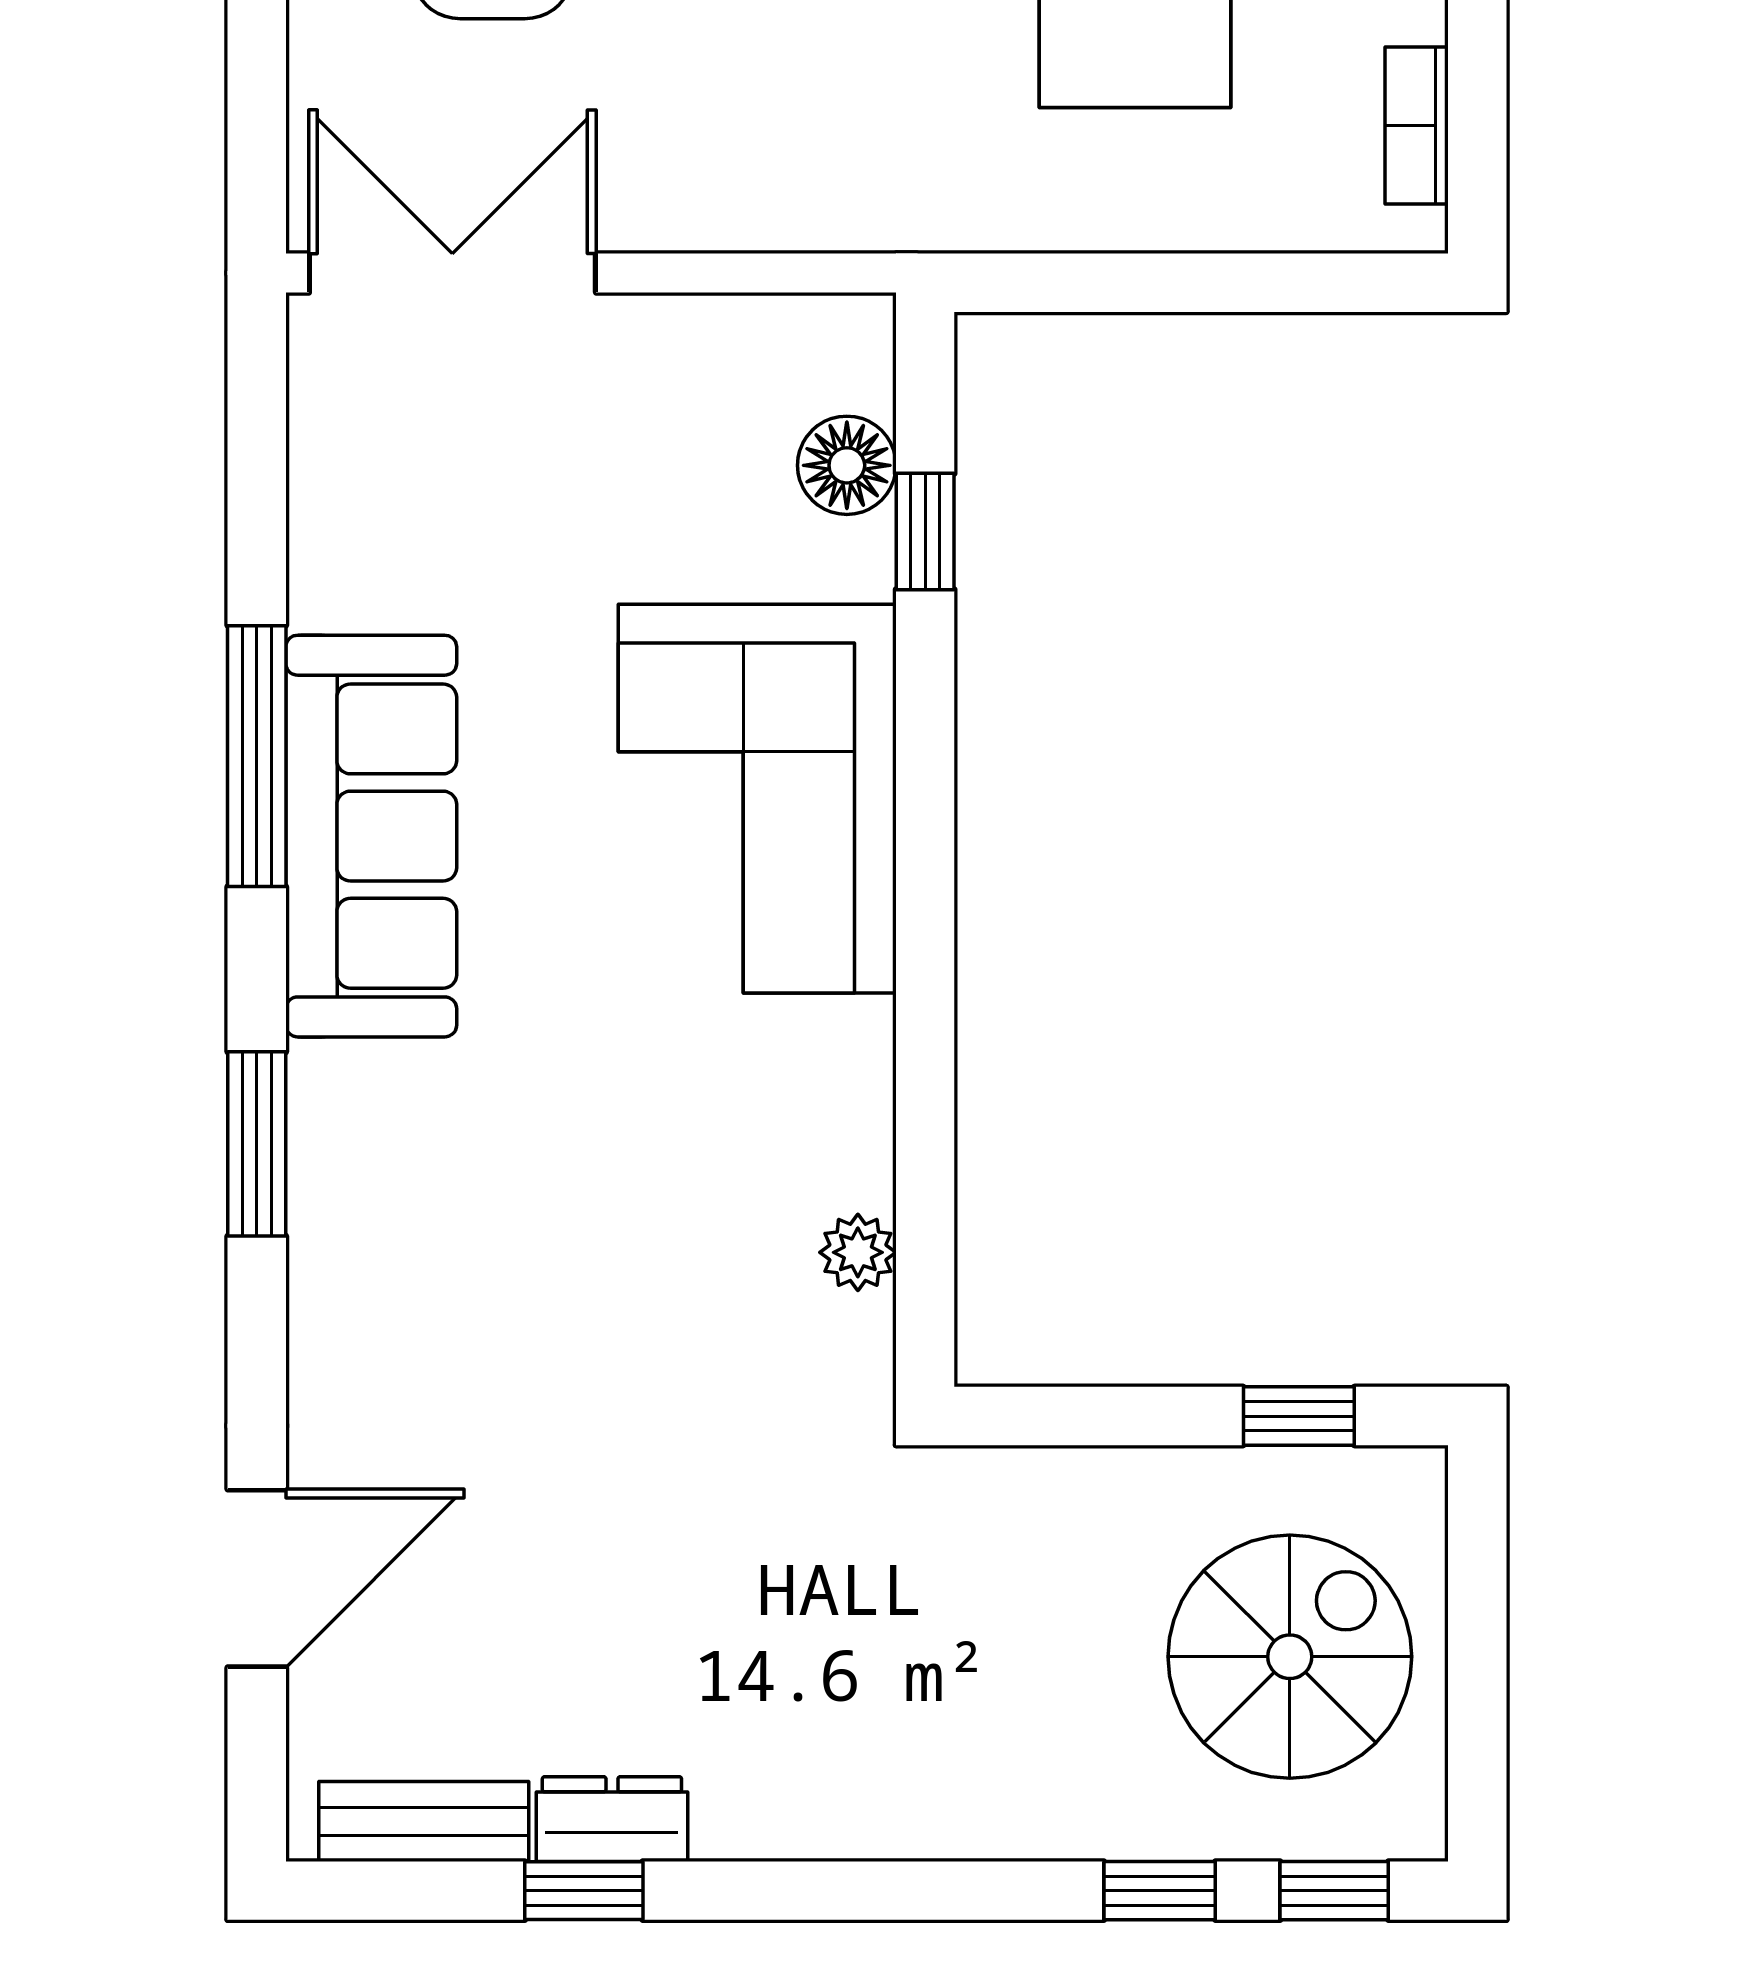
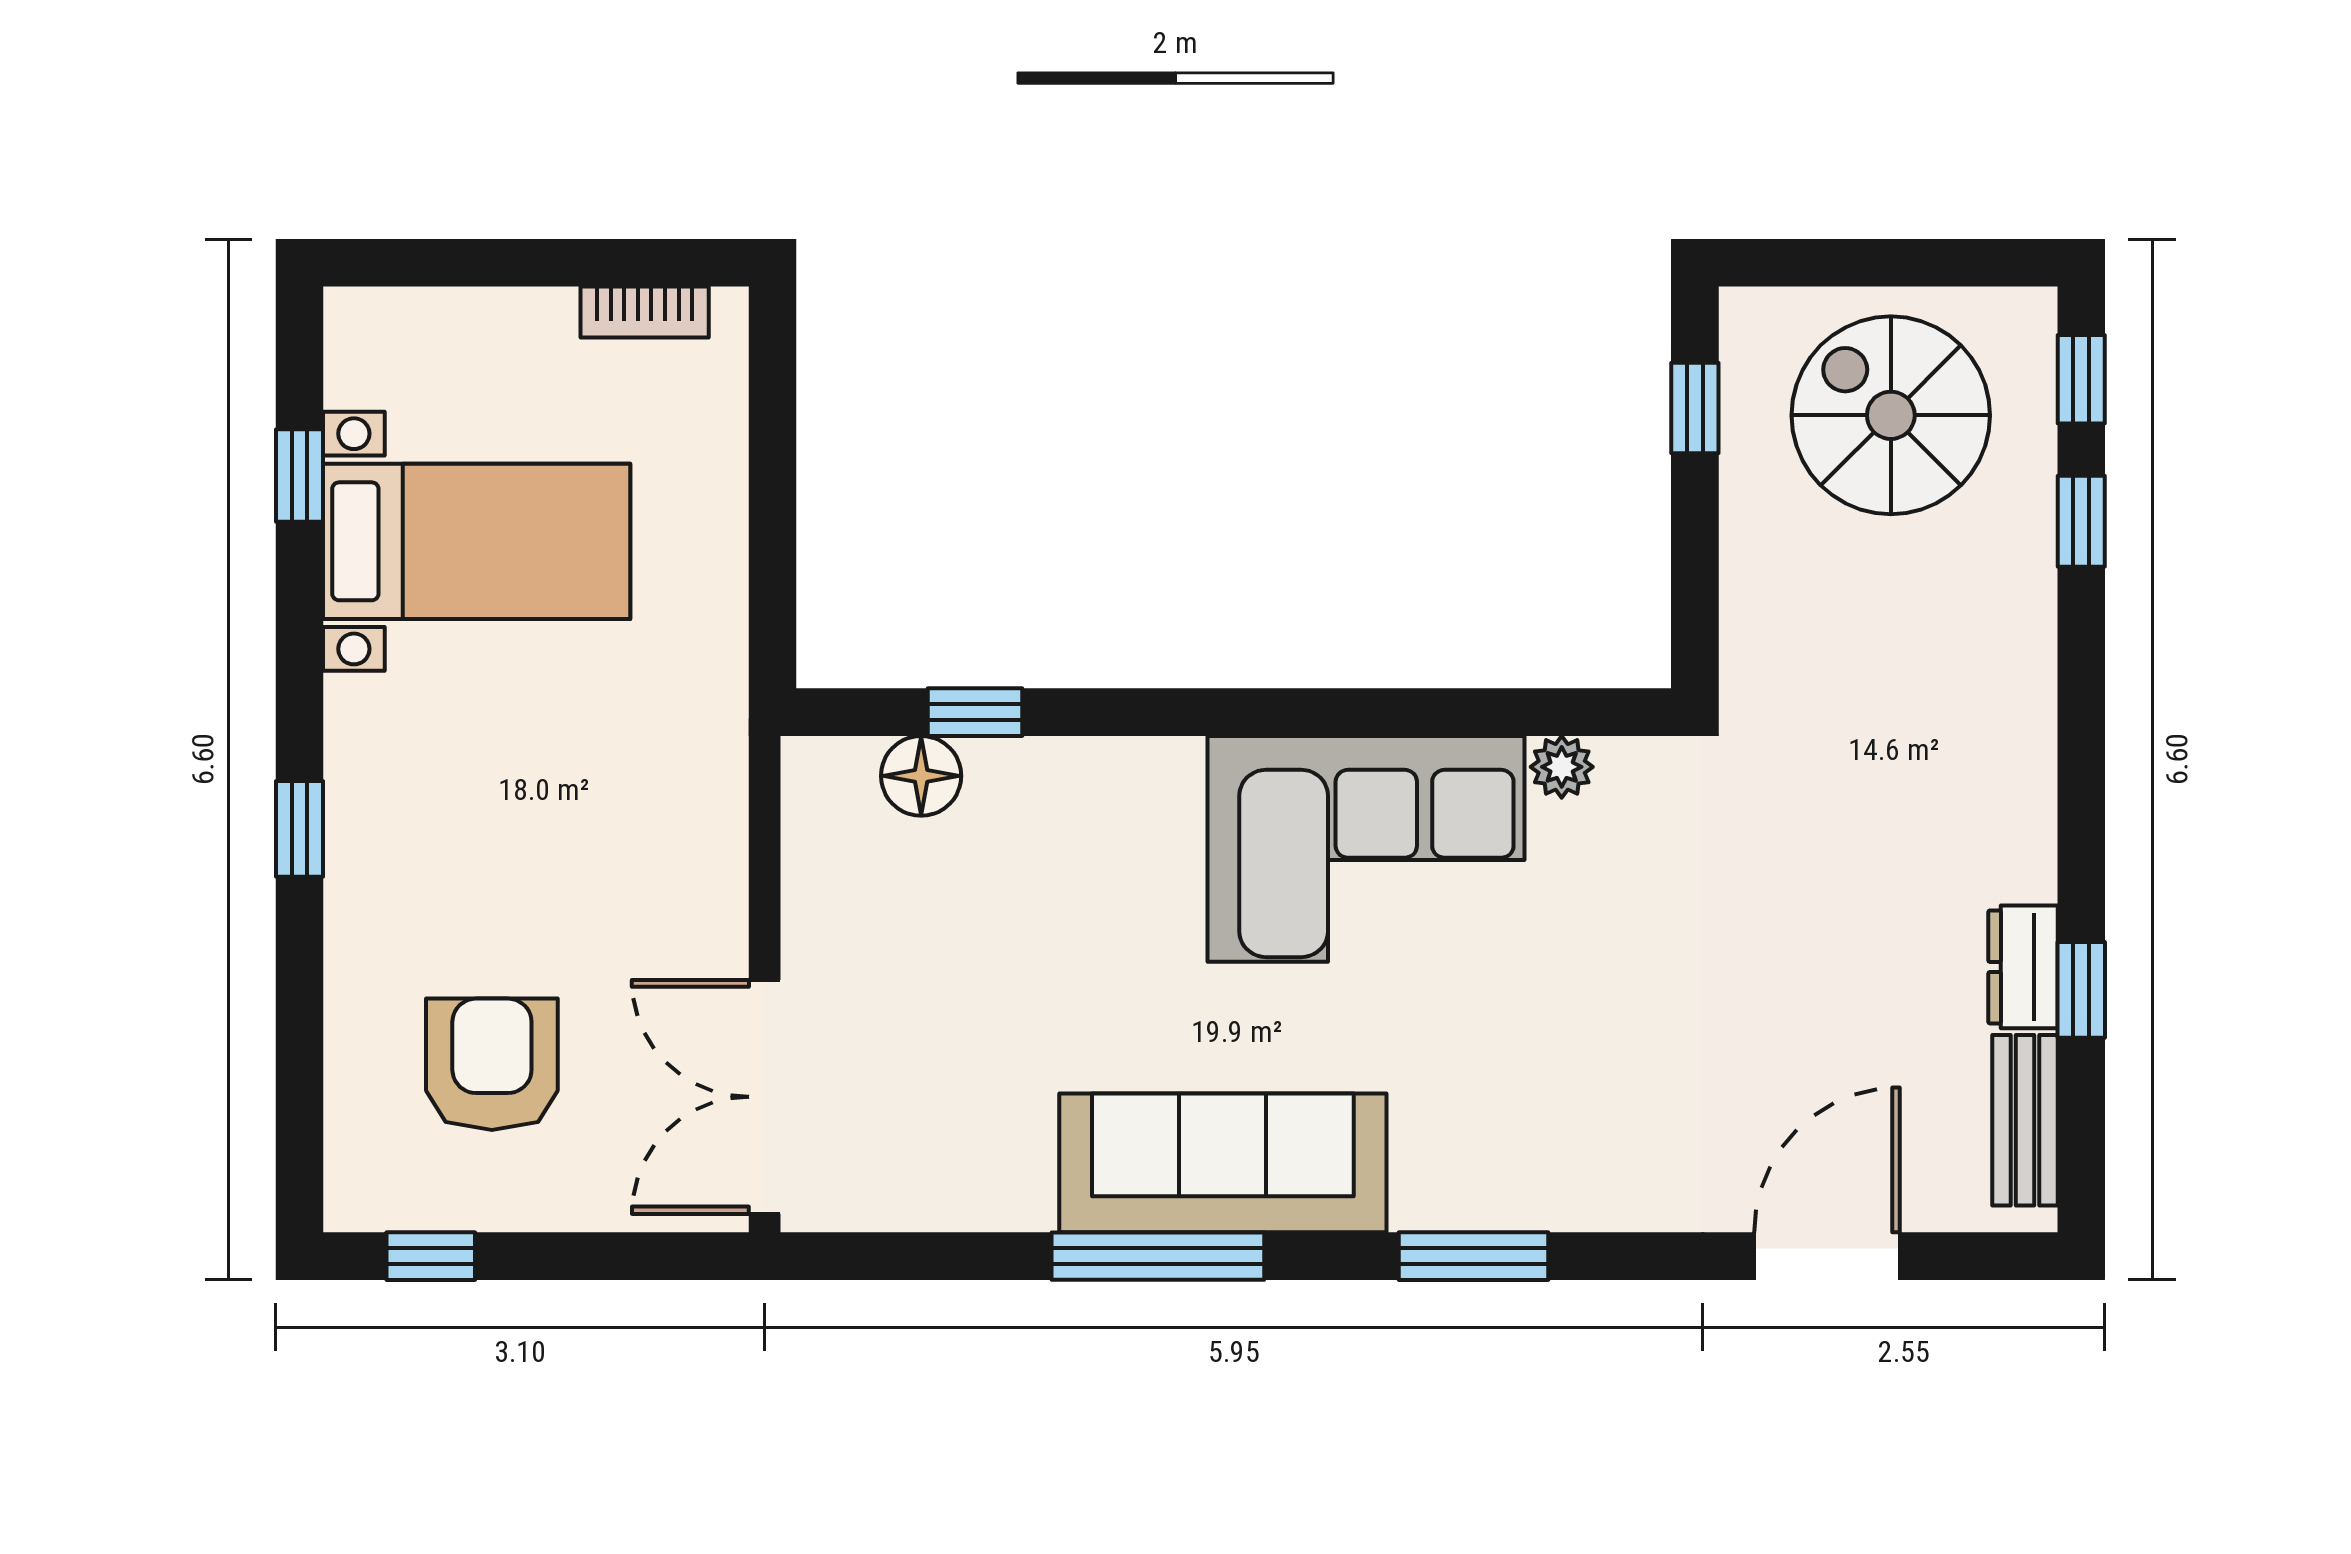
corner sofa: (757, 799) -> (1366, 849), moved
door: (257, 1578) -> (1827, 1256), hinge flipped

